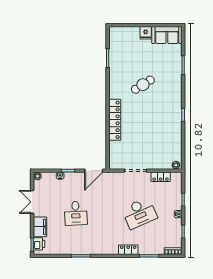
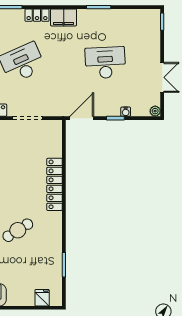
fridge: (146, 33) -> (42, 298), moved
desk: (76, 213) -> (105, 63), width x1.37
filing cabinet: (40, 227) -> (64, 17), moved, turned -90
printer: (39, 244) -> (153, 23), removed

